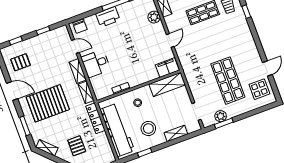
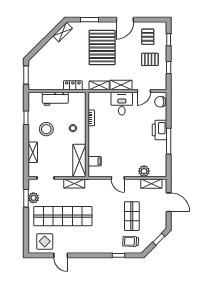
filing cabinet: (167, 68) -> (95, 161), width x0.50
shelving: (192, 81) -> (74, 184), added
shop shelf: (228, 81) -> (63, 216), width x1.40
locker: (96, 118) -> (73, 85), width x0.66
workbench: (117, 130) -> (55, 99), width x0.53, depth x0.76
pallet: (77, 146) -> (150, 59), moved

